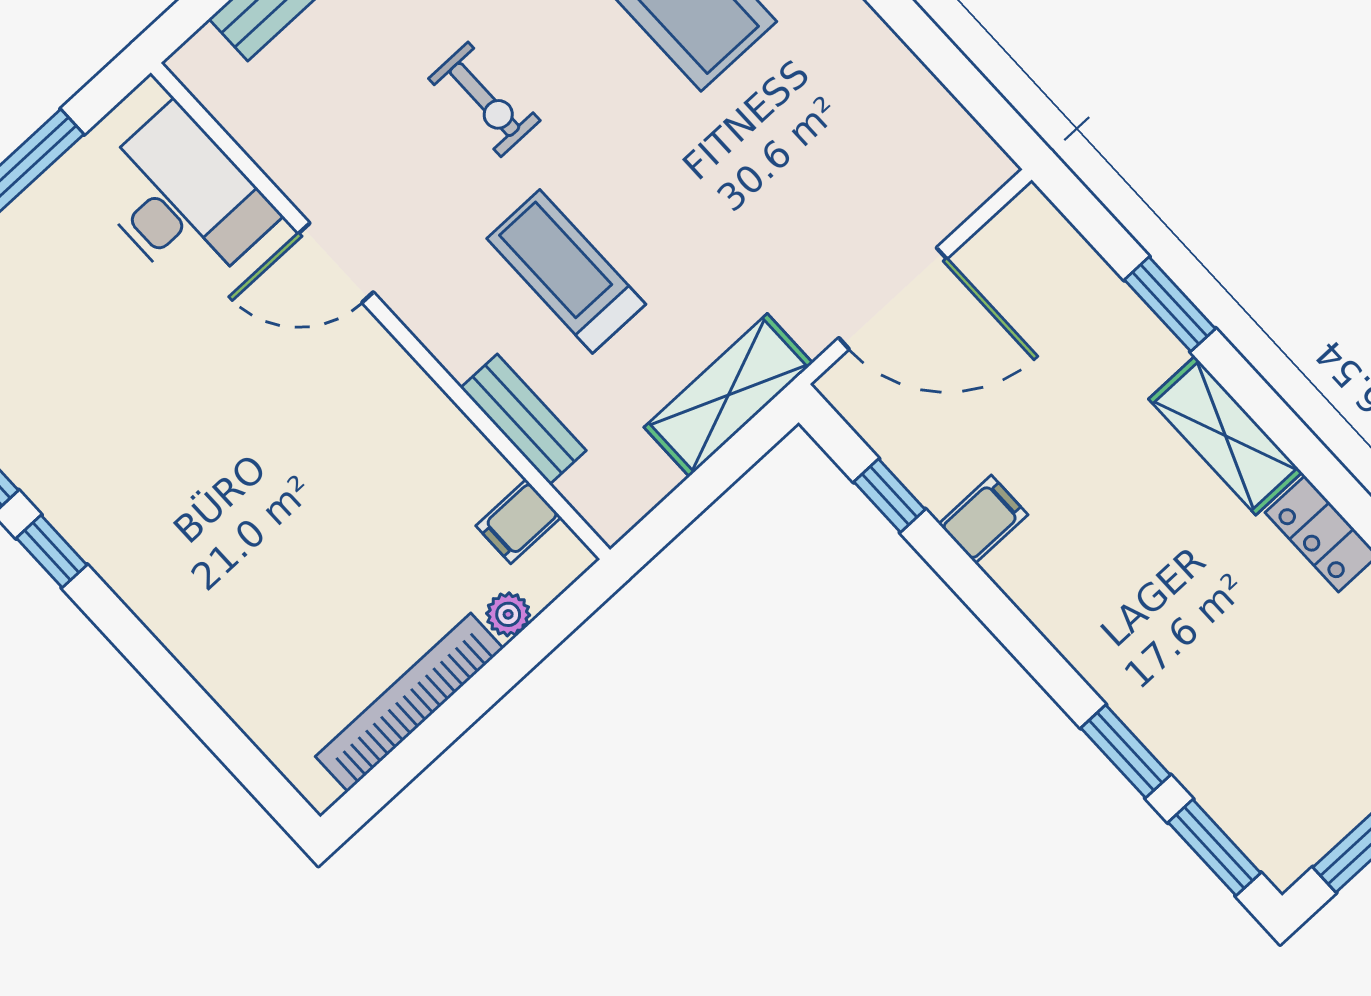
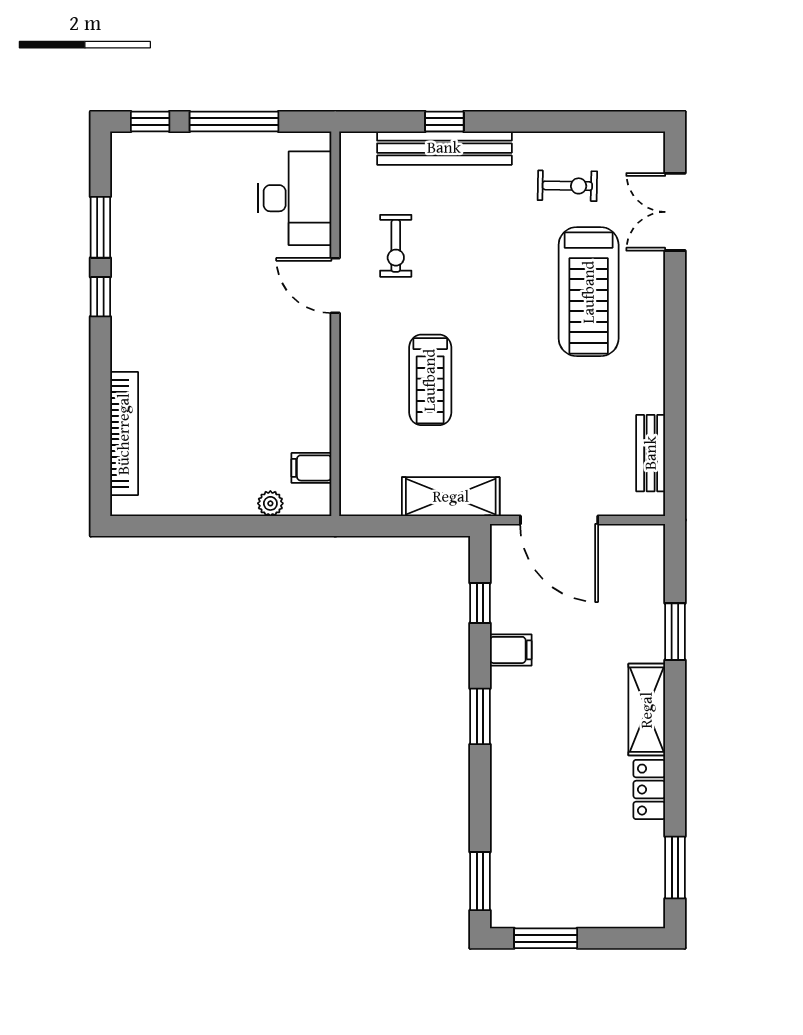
exercise bike: (484, 99) -> (396, 246), moved
treadmill: (566, 271) -> (430, 380), turned 180
bench: (523, 419) -> (651, 453), moved
bookcase: (409, 702) -> (124, 434), moved, turned 90
window: (1126, 751) -> (480, 716), moved

